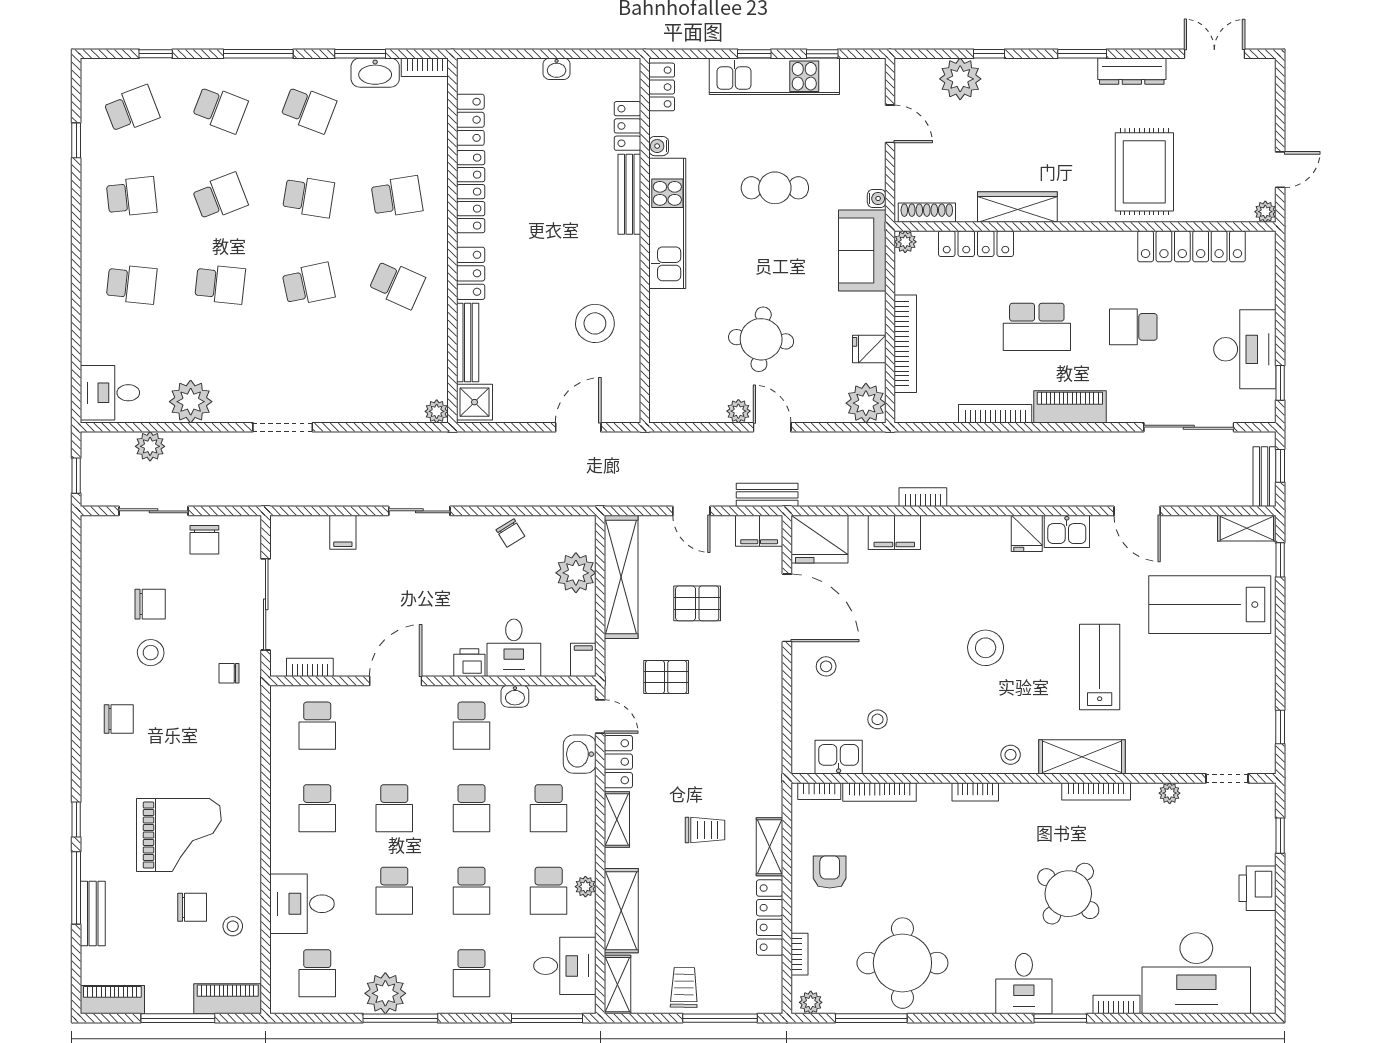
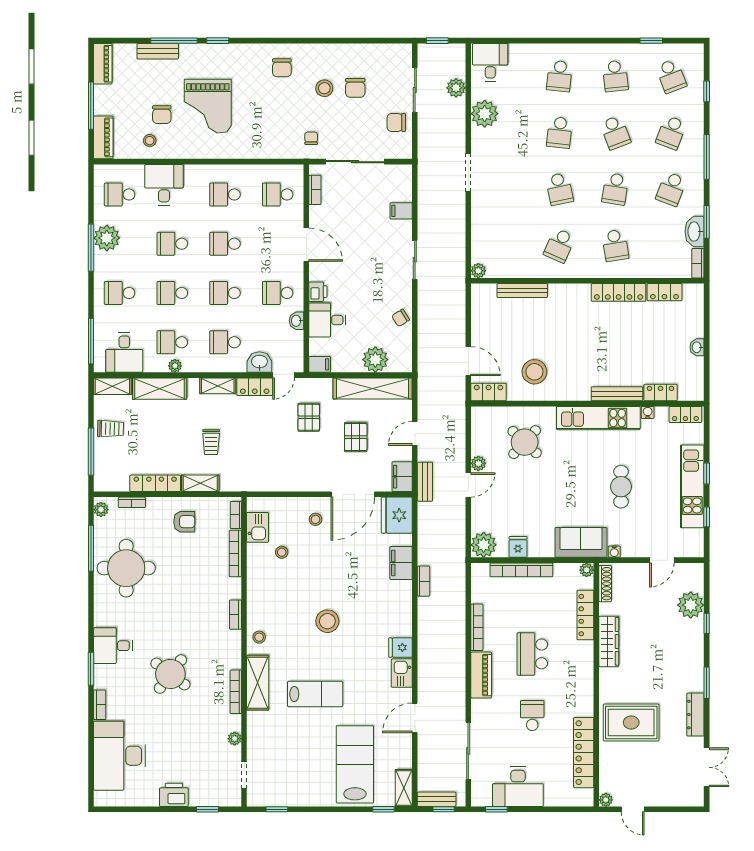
locker: (471, 273) -> (489, 392), moved, turned 180
round table: (761, 339) -> (525, 442), moved, turned 38
shower: (474, 402) -> (484, 295), removed

